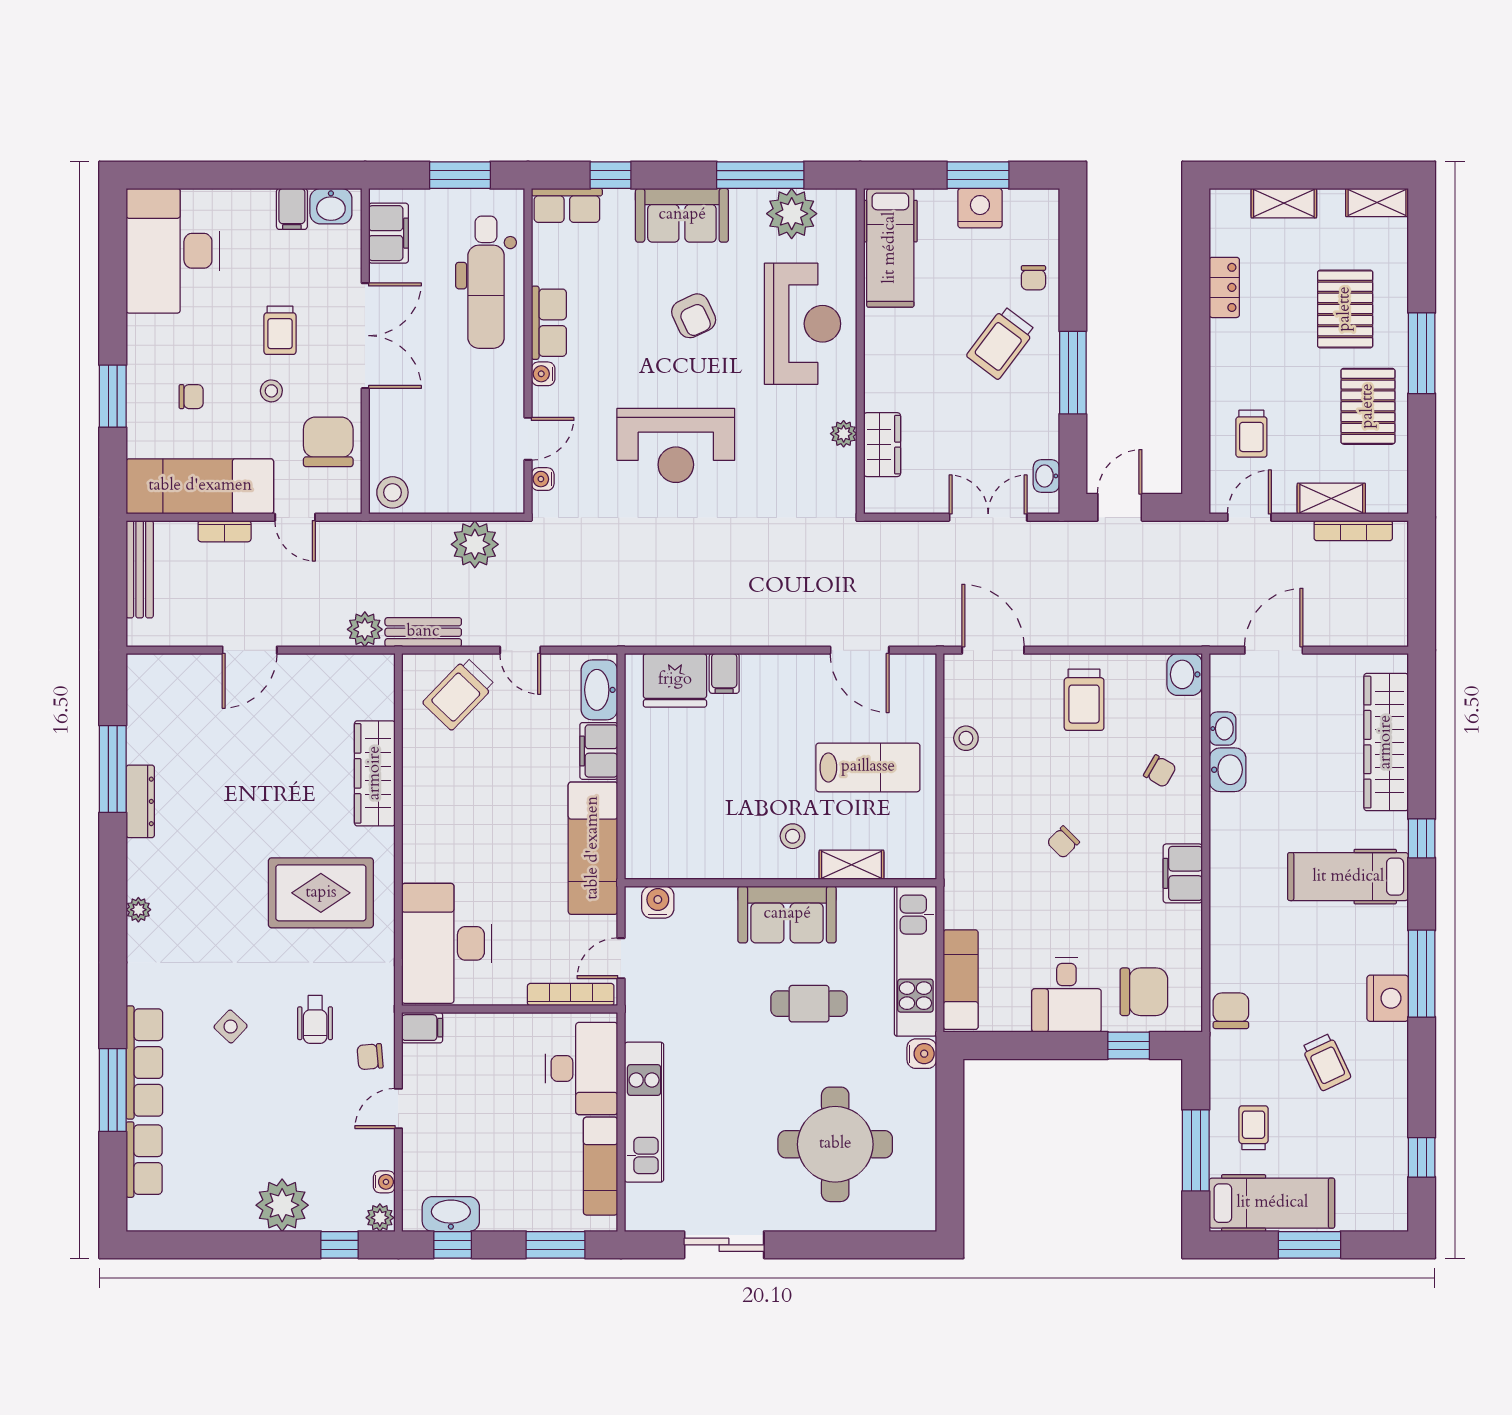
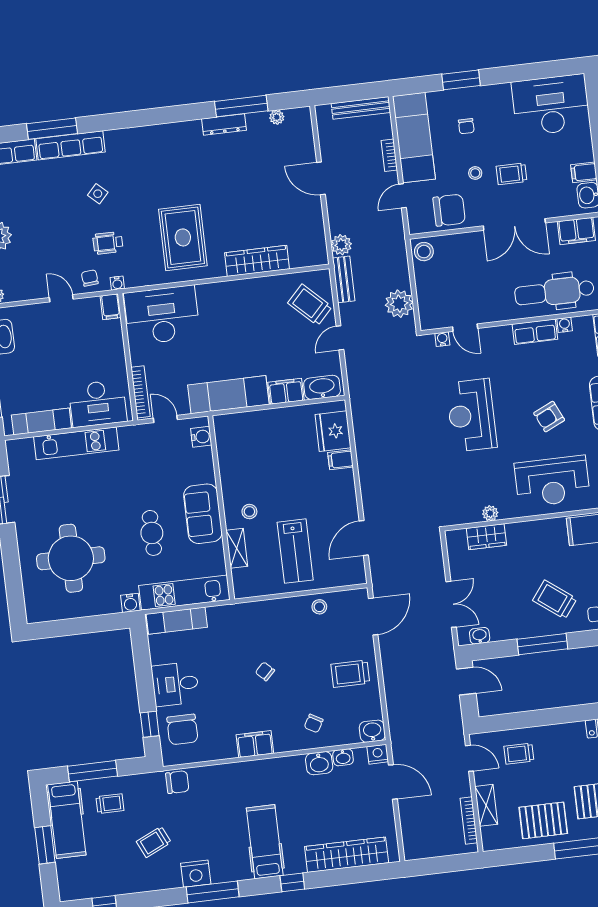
water cooler: (543, 374) -> (565, 325), moved
nightstand: (1224, 670) -> (378, 754), added
plant: (138, 910) -> (277, 117), moved
water cooler: (384, 1182) -> (117, 283), moved

